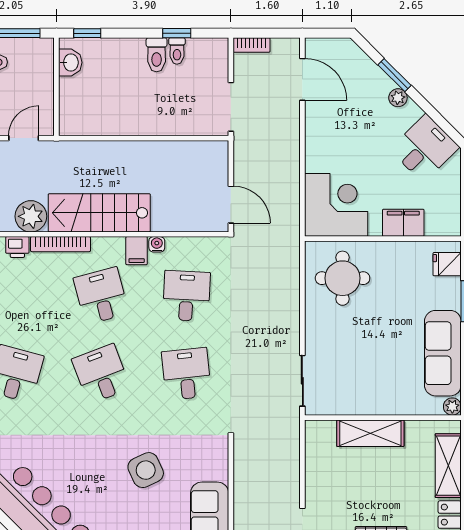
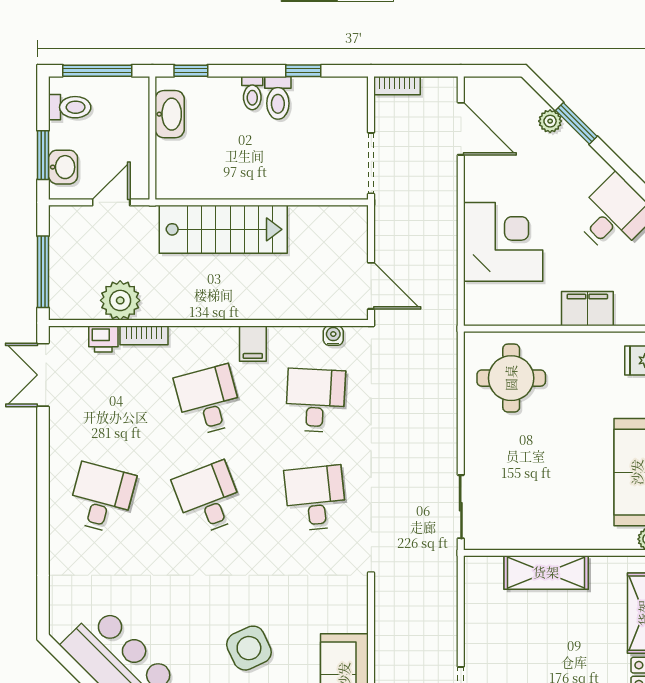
toilet: (177, 51) -> (252, 93), moved
washbasin: (70, 62) -> (170, 114), width x1.38
plant: (398, 98) -> (550, 121), moved
corner desk: (336, 205) -> (503, 242), moved
stairs: (99, 213) -> (223, 229), moved, turned 180
bookcase: (61, 244) -> (144, 335), width x0.64
water cooler: (157, 244) -> (333, 336), moved
side table: (146, 470) -> (249, 648), moved

